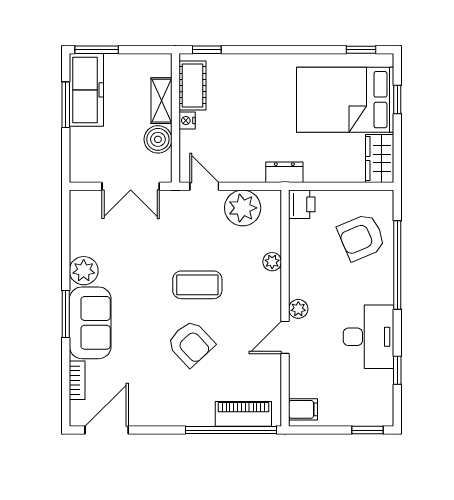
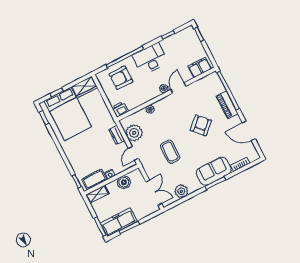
shelving: (161, 101) -> (97, 194), moved
dresser: (284, 172) -> (117, 135), moved
double door: (131, 186) -> (154, 193), moved
armchair: (361, 237) -> (121, 78), turned 113
plant: (84, 271) -> (181, 191), moved
coffee table: (197, 285) -> (170, 152), moved
door: (285, 337) -> (178, 88), swing flipped
desk: (368, 337) -> (150, 59), moved
filing cabinet: (303, 409) -> (200, 67), width x2.00
piano: (243, 414) -> (227, 105), moved
door: (107, 430) -> (249, 131), moved

